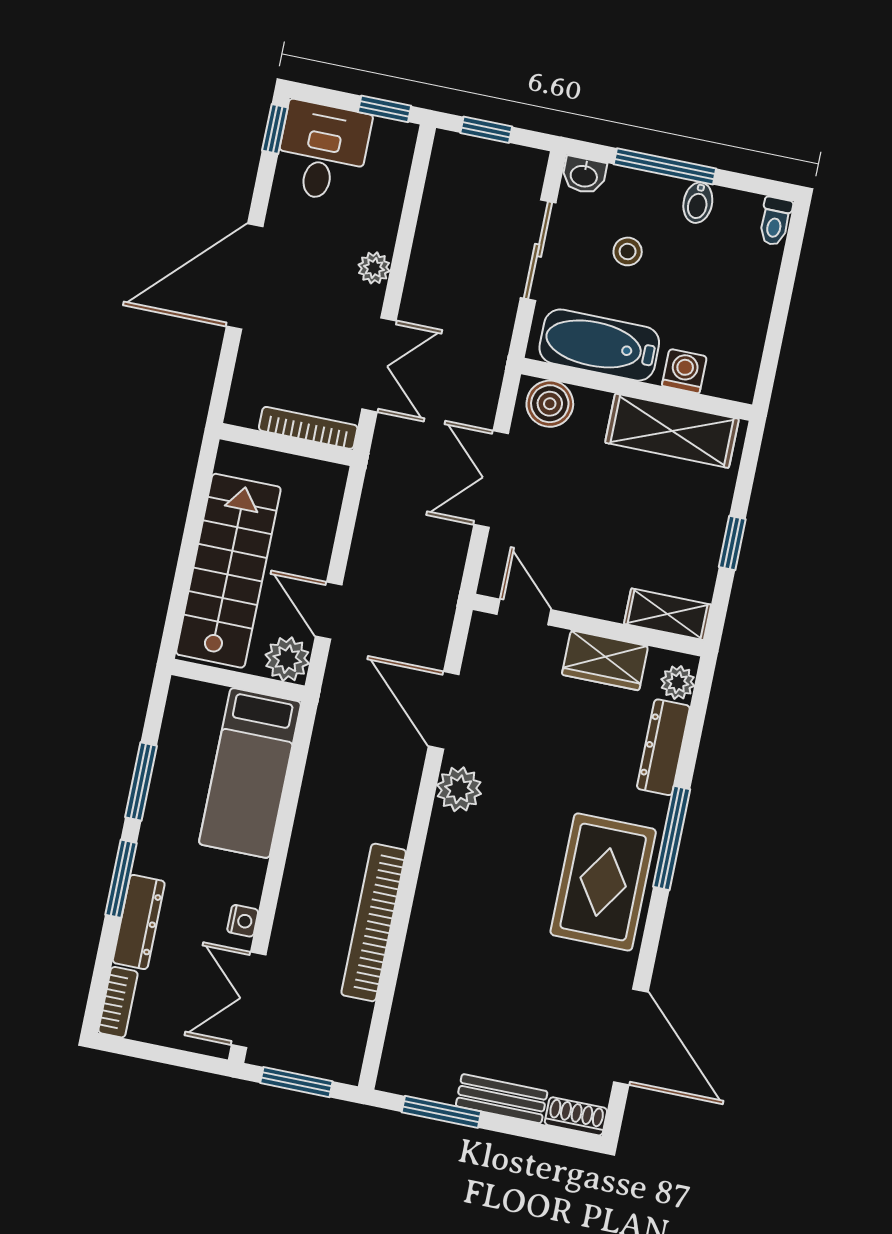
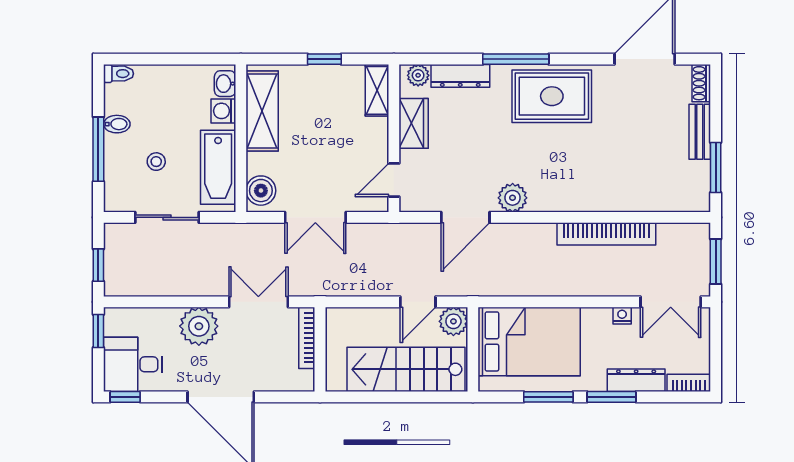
washbasin: (584, 175) -> (225, 84), moved, turned 180
plant: (374, 268) -> (199, 326), width x1.87, depth x1.87
bed: (250, 773) -> (529, 341), width x1.50

